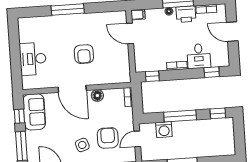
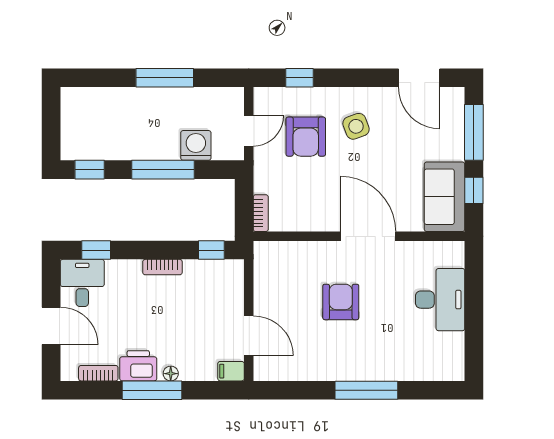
desk: (199, 56) -> (82, 283), moved
floor lamp: (97, 96) -> (320, 220), removed

